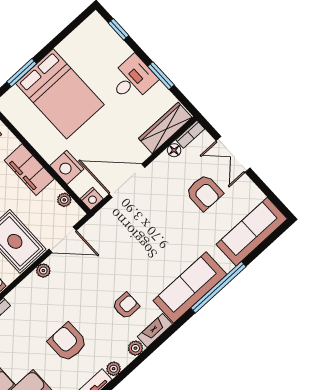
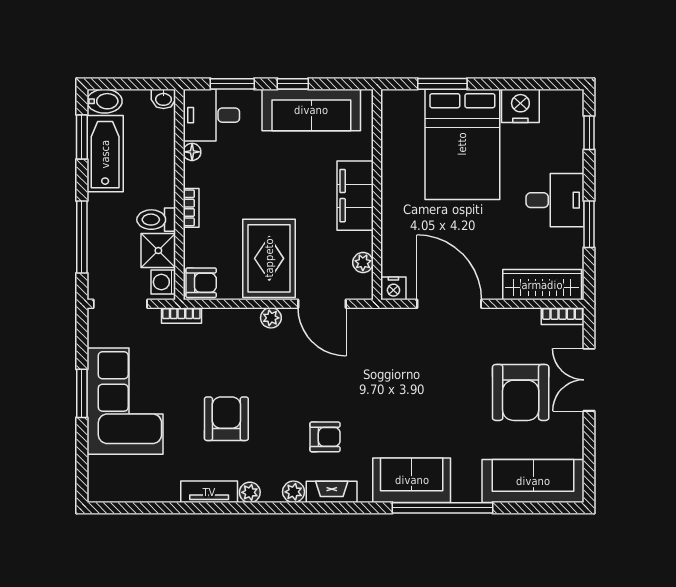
floor lamp: (174, 150) -> (530, 317), removed
nightstand: (67, 167) -> (520, 106), moved, turned 90
armchair: (204, 193) -> (521, 392), width x1.36, depth x1.36
sofa: (190, 287) -> (412, 480), width x0.73

